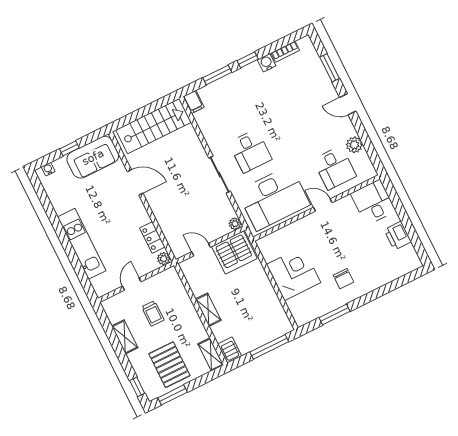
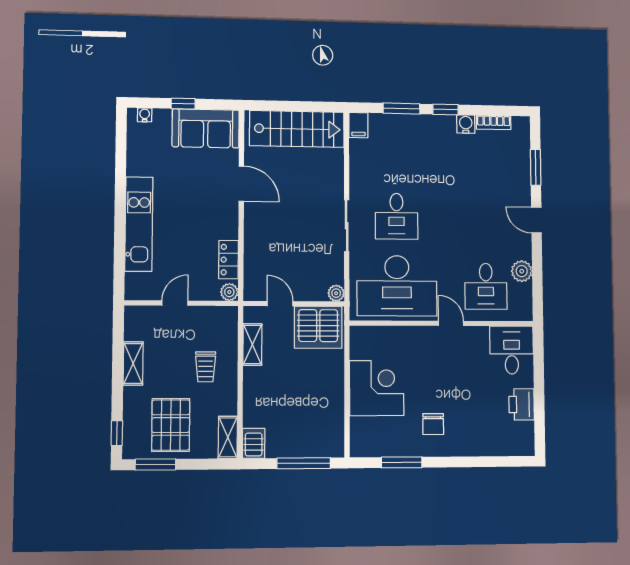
shelving: (208, 310) -> (252, 345), moved
trolley: (153, 313) -> (206, 367), moved

